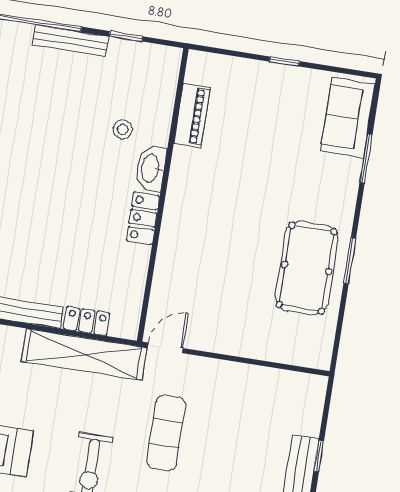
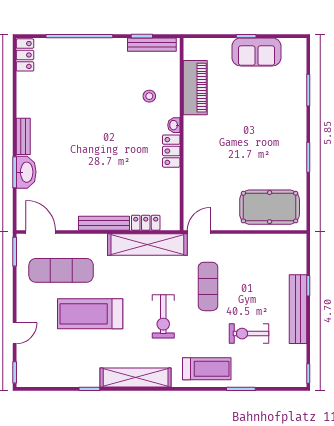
bench: (71, 41) -> (152, 45), moved
piano: (192, 116) -> (195, 88), width x1.37, depth x1.33
sofa: (348, 118) -> (257, 52), moved, turned -90
washbasin: (151, 168) -> (174, 125), width x0.52, depth x0.69
pool table: (307, 268) -> (270, 207), moved, turned 90

